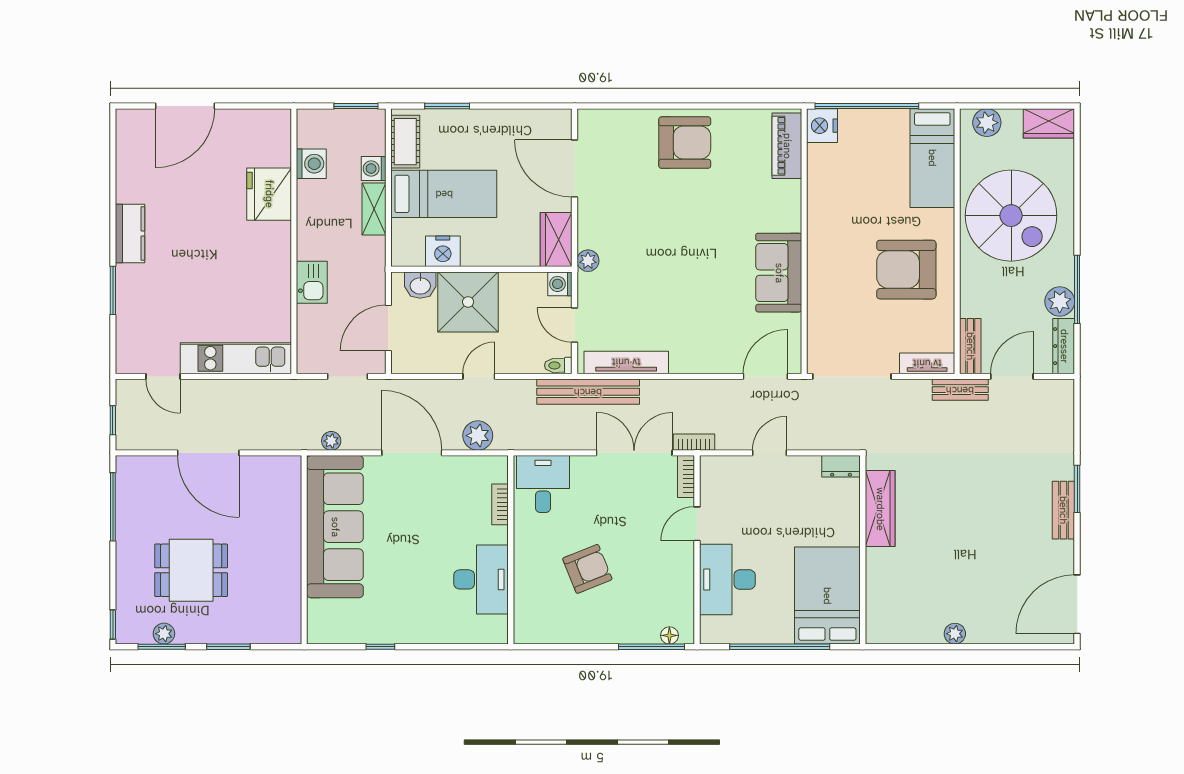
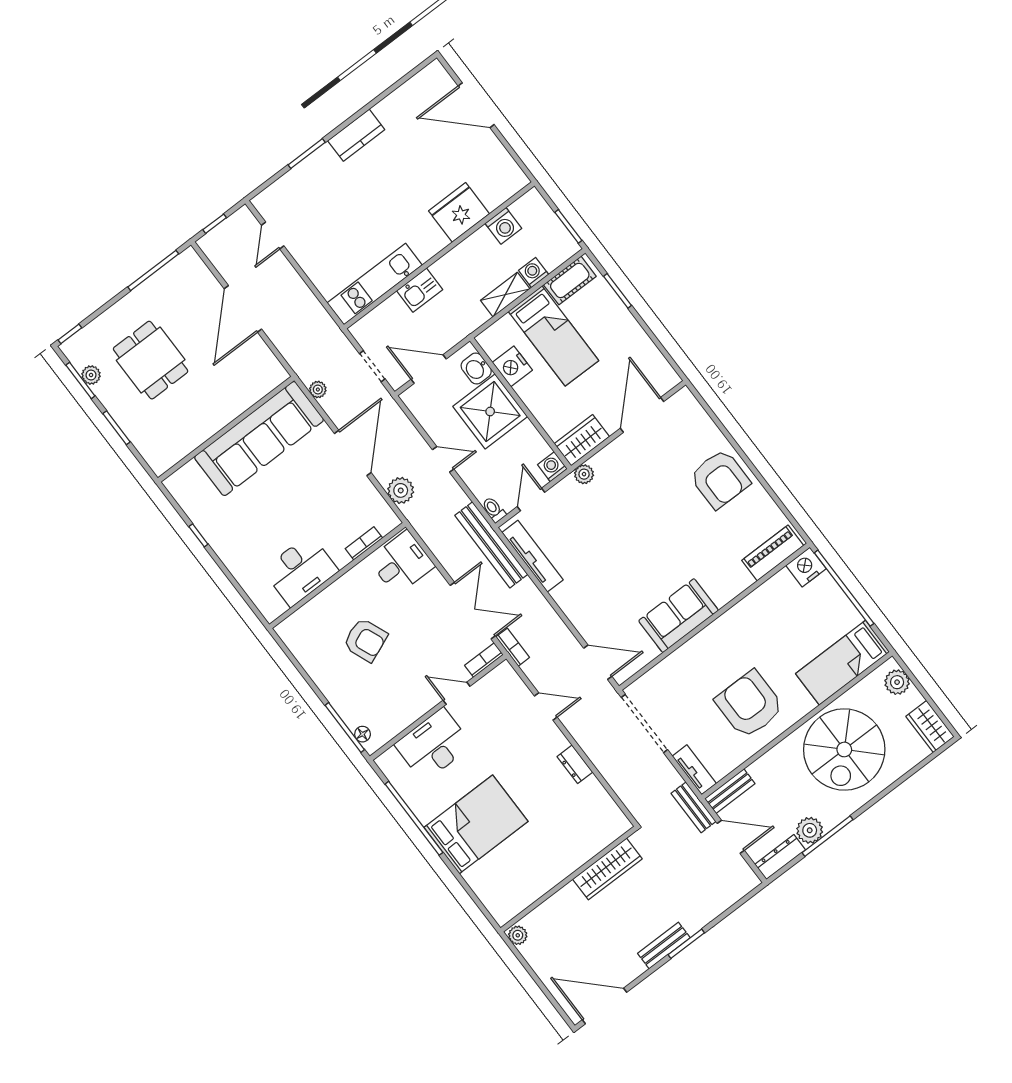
kitchen unit: (236, 358) -> (375, 284), moved, turned -90
wardrobe: (880, 509) -> (607, 869), moved
wall: (863, 550) -> (569, 879), moved

